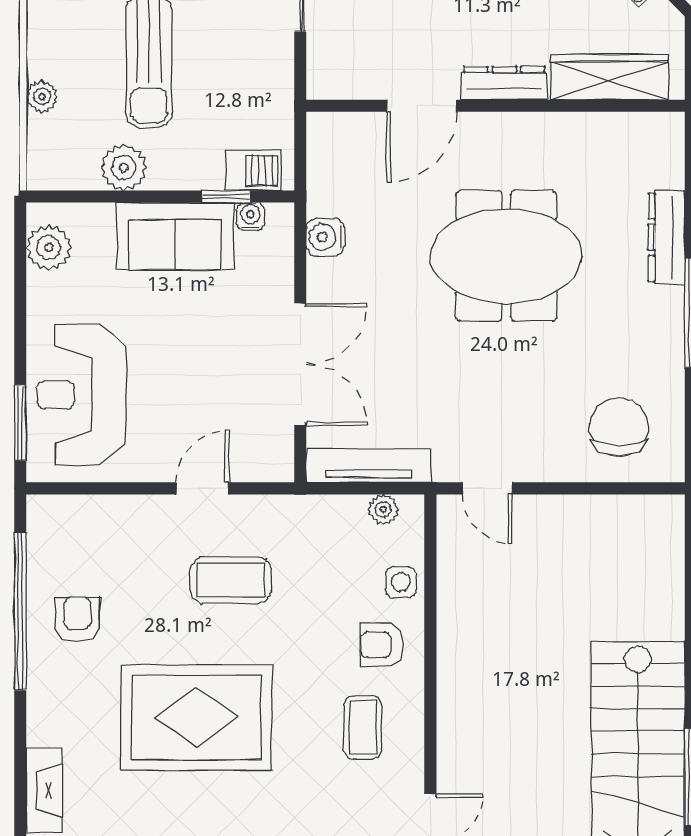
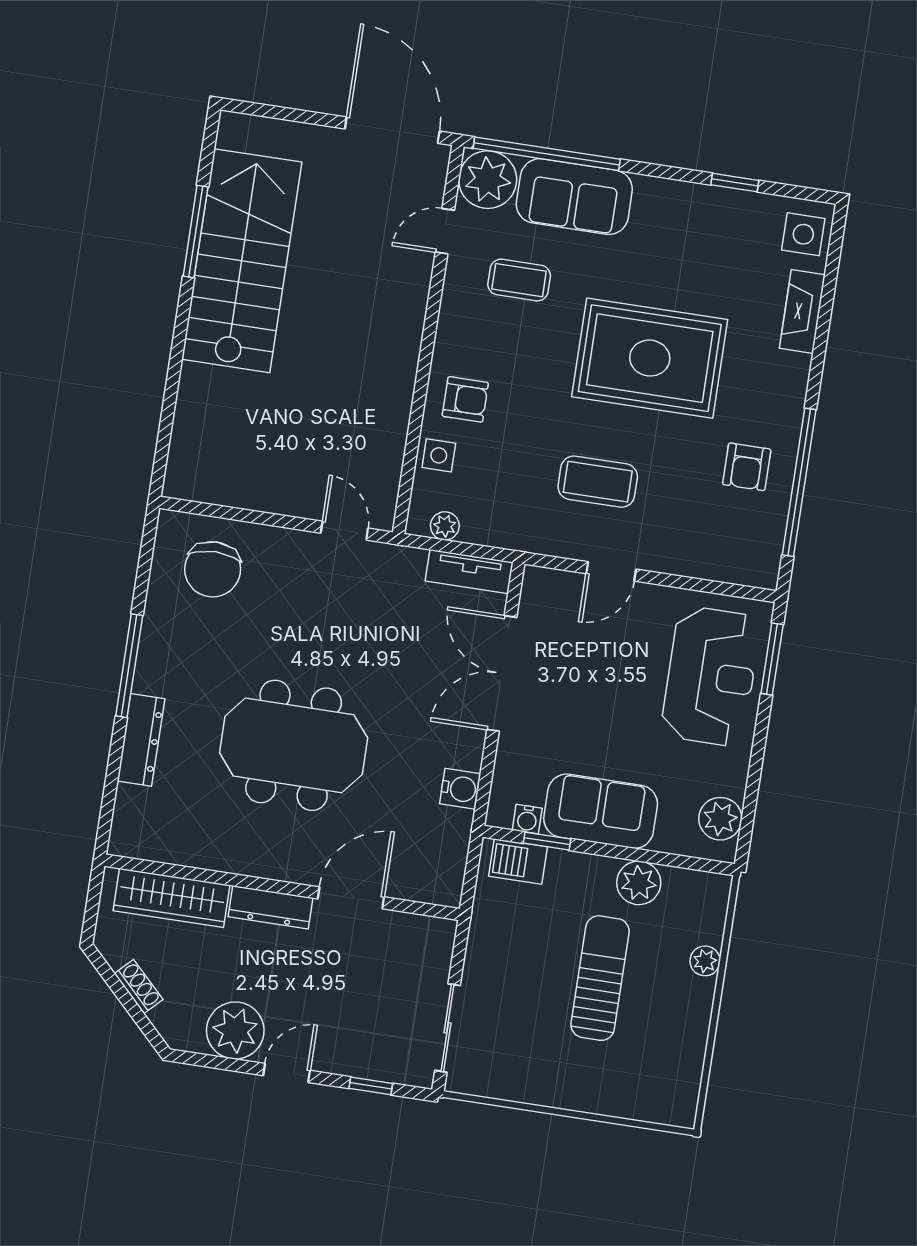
tv unit: (369, 466) -> (469, 572), width x0.71
coffee table: (363, 728) -> (519, 280), moved, turned 90

